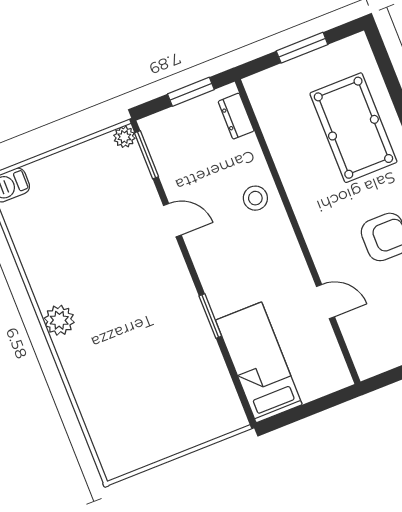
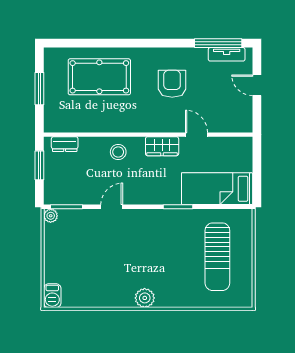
wardrobe: (289, 258) -> (162, 146), added
door: (325, 302) -> (197, 135), hinge flipped
sun lounger: (161, 402) -> (217, 257), added

